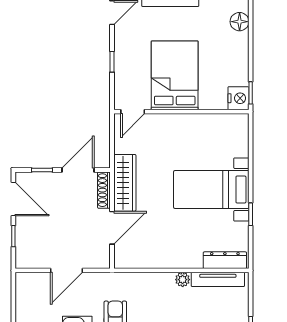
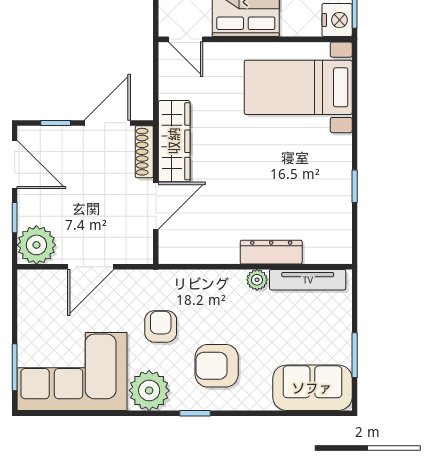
door: (133, 112) -> (186, 39), hinge flipped
bed with nightstands: (211, 189) -> (298, 87), moved
plant: (29, 255) -> (36, 245), added
dresser: (225, 260) -> (271, 252), moved

